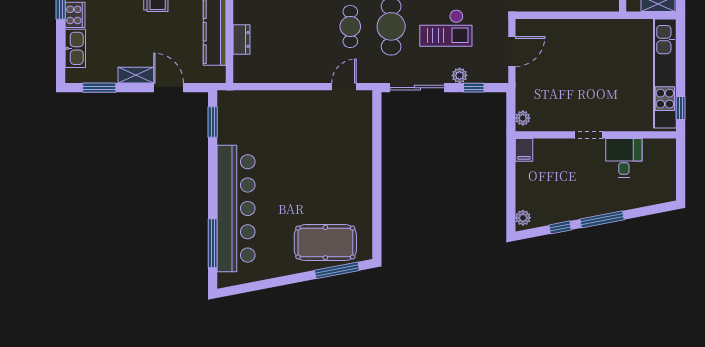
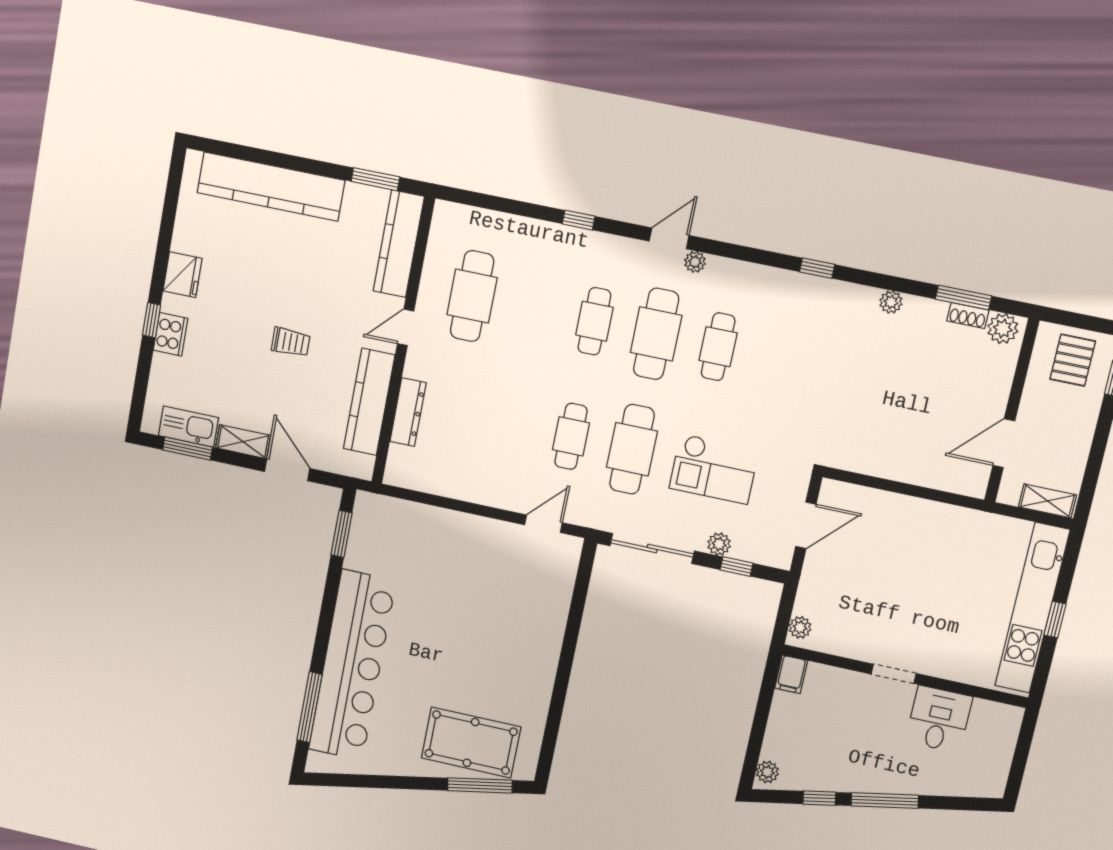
dresser: (241, 39) -> (408, 412), width x1.44
kitchen sink: (75, 48) -> (188, 427), moved, turned -90
window: (681, 108) -> (1055, 620), moved

